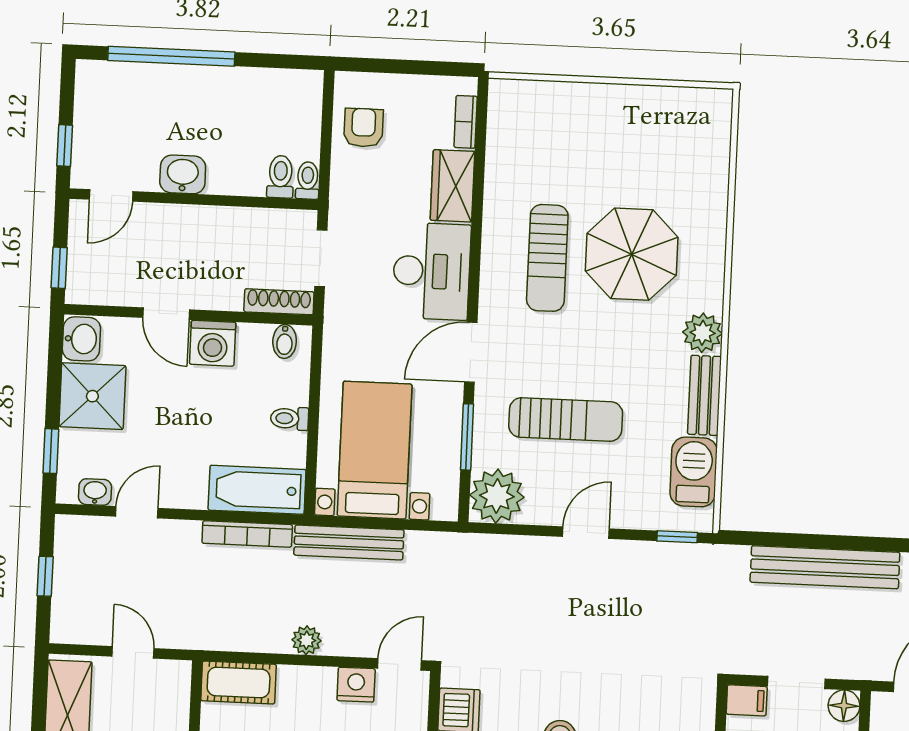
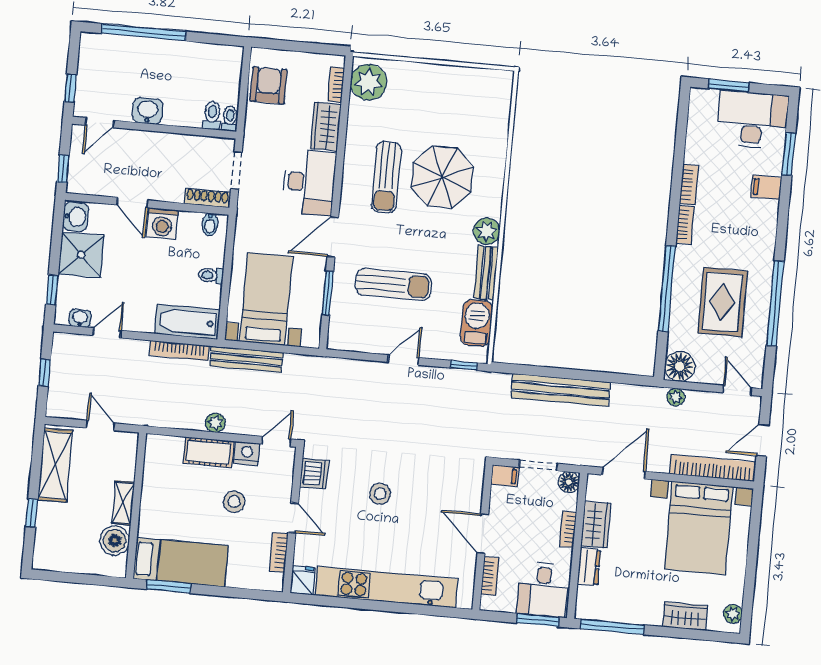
armchair: (364, 128) -> (269, 85), width x1.38, depth x1.38
plant: (497, 496) -> (369, 82), moved
cot: (239, 682) -> (208, 452), moved

